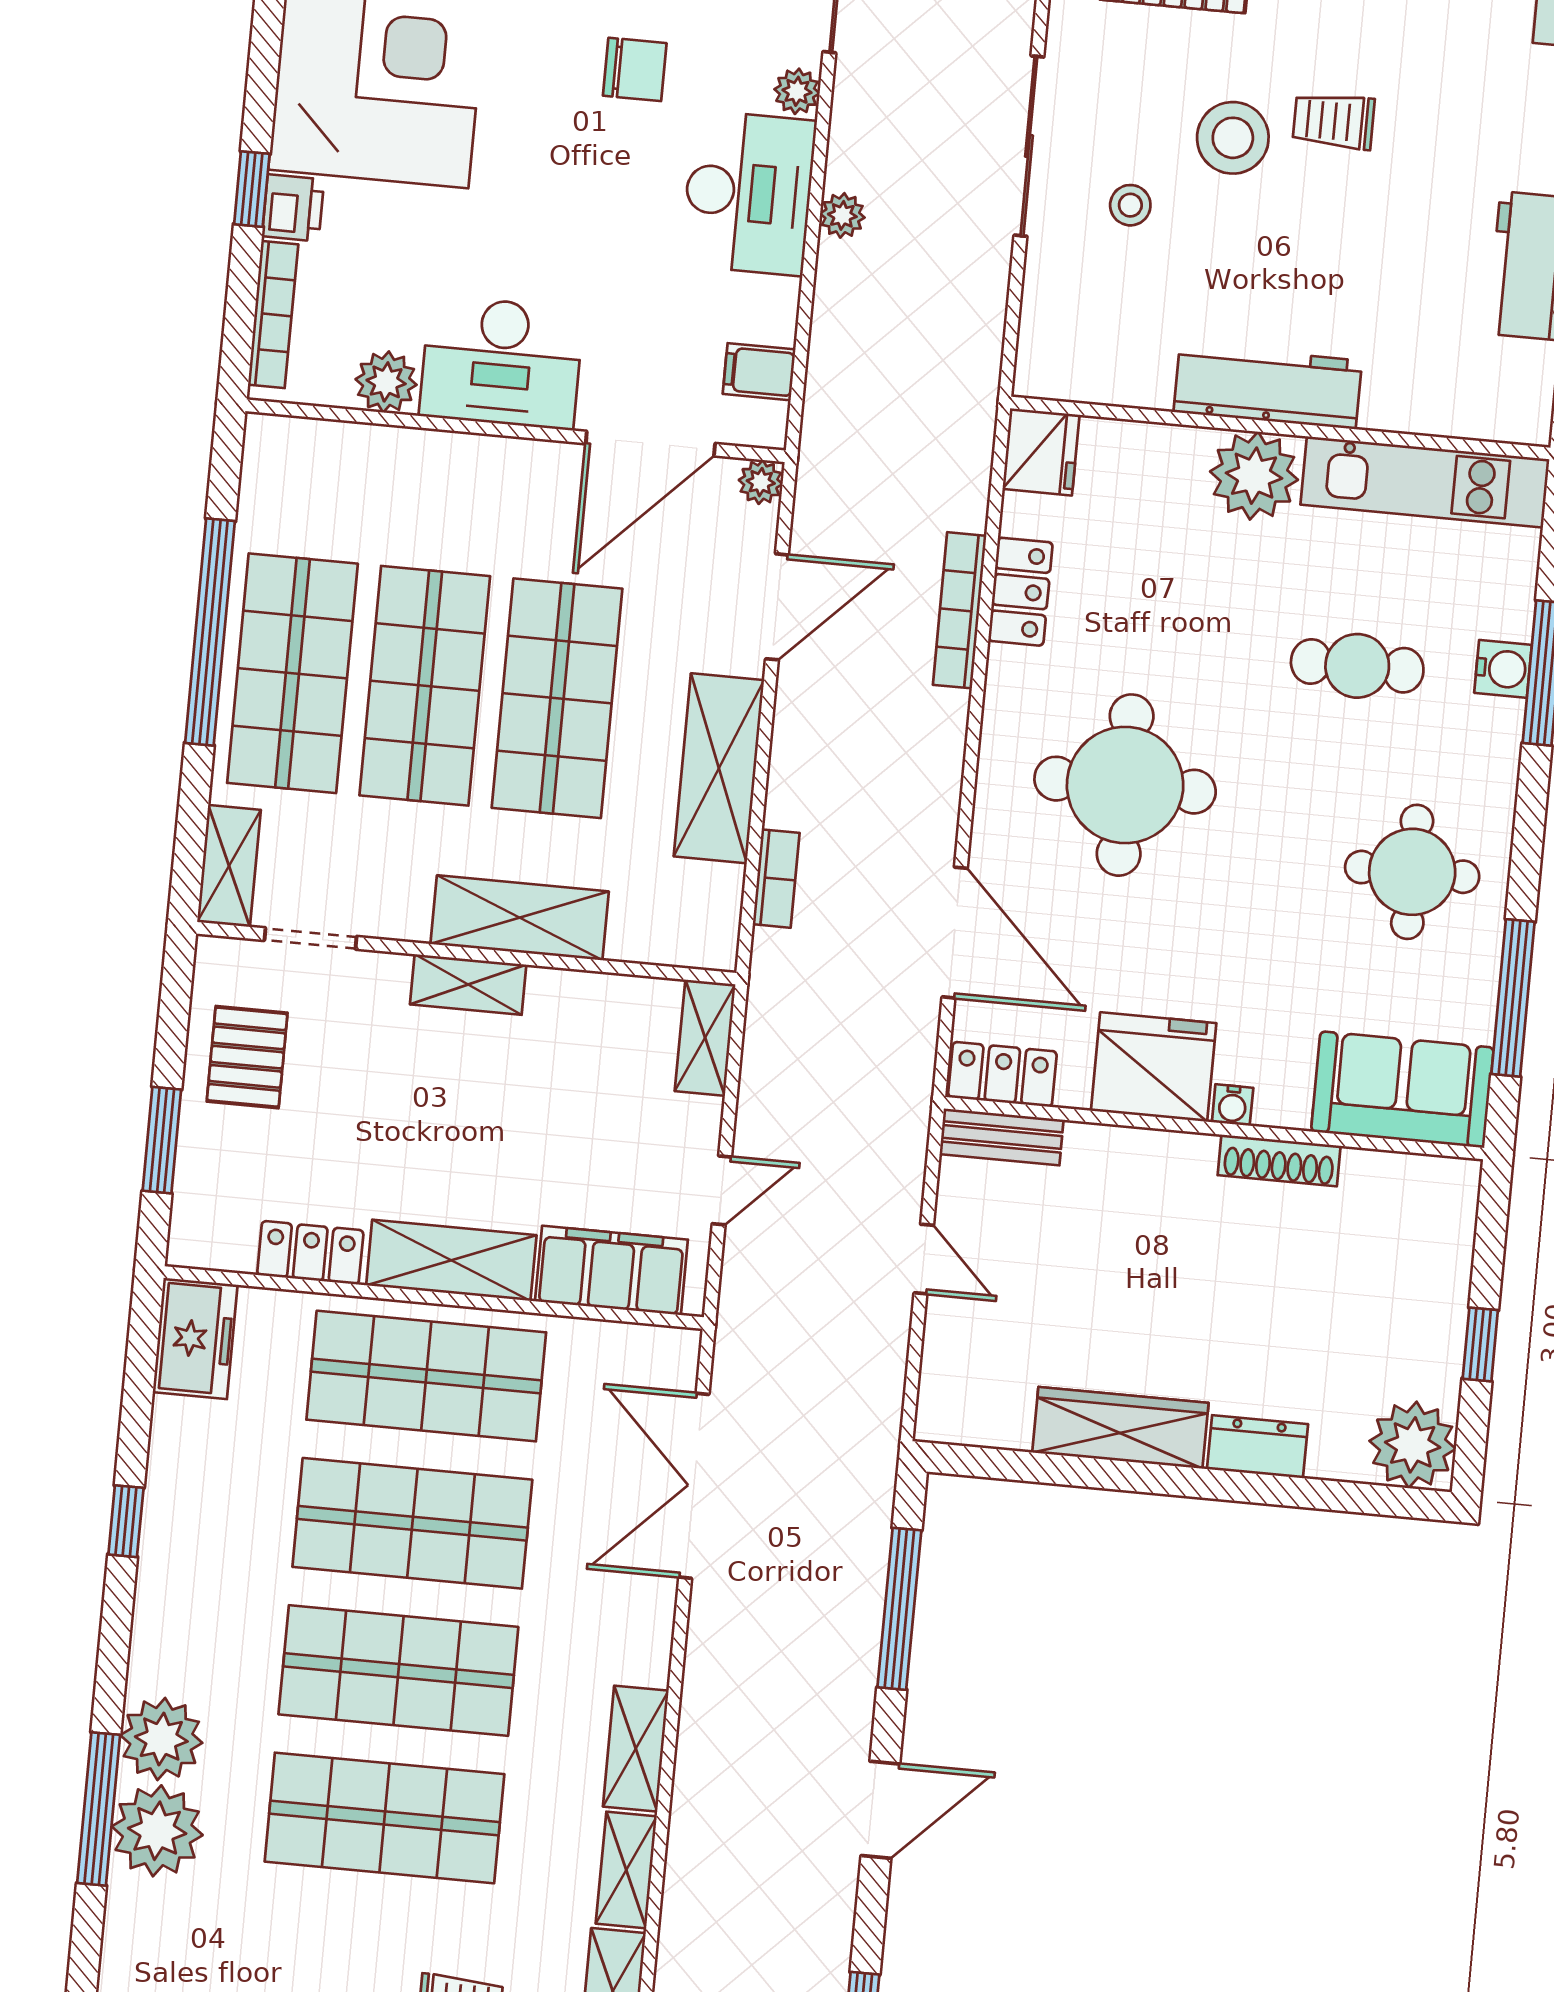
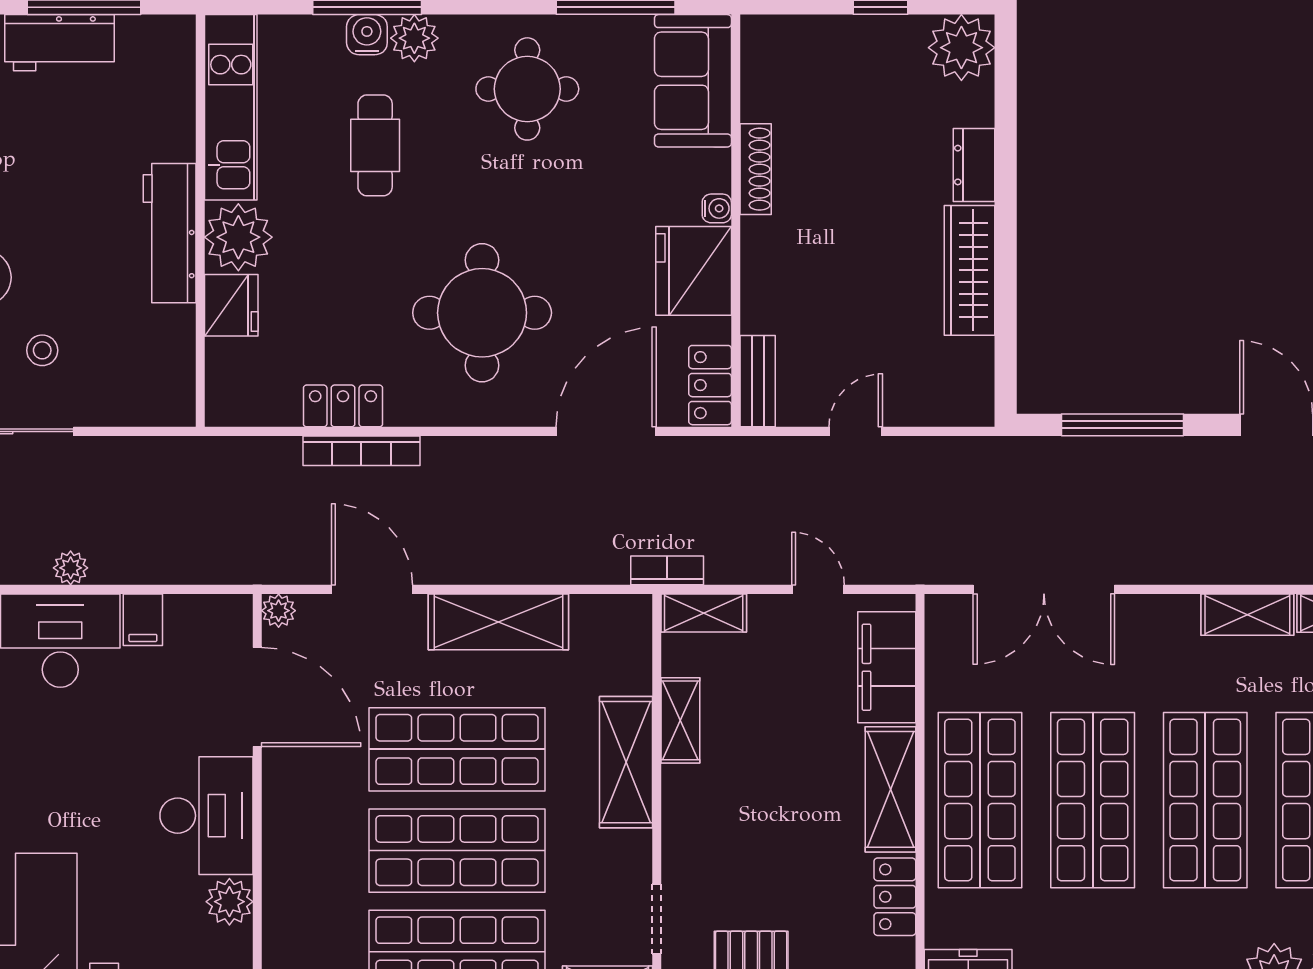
filing cabinet: (759, 372) -> (143, 620), moved
fridge: (1041, 452) -> (231, 305), moved, turned 90
plant: (1493, 730) -> (414, 38), added
bookcase: (776, 879) -> (667, 570), moved
shelving: (468, 985) -> (680, 720), moved

